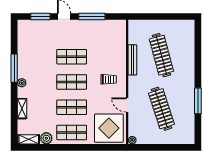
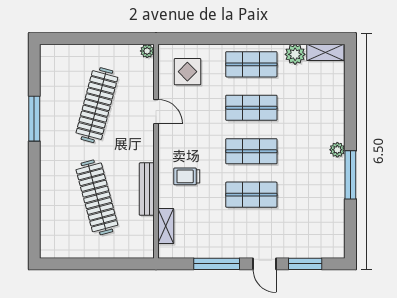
trolley: (109, 79) -> (187, 176), moved
shelving: (22, 109) -> (166, 226), moved
clothes rail: (161, 109) -> (97, 105), turned 33
display table: (109, 128) -> (187, 72), width x0.54, depth x0.54

